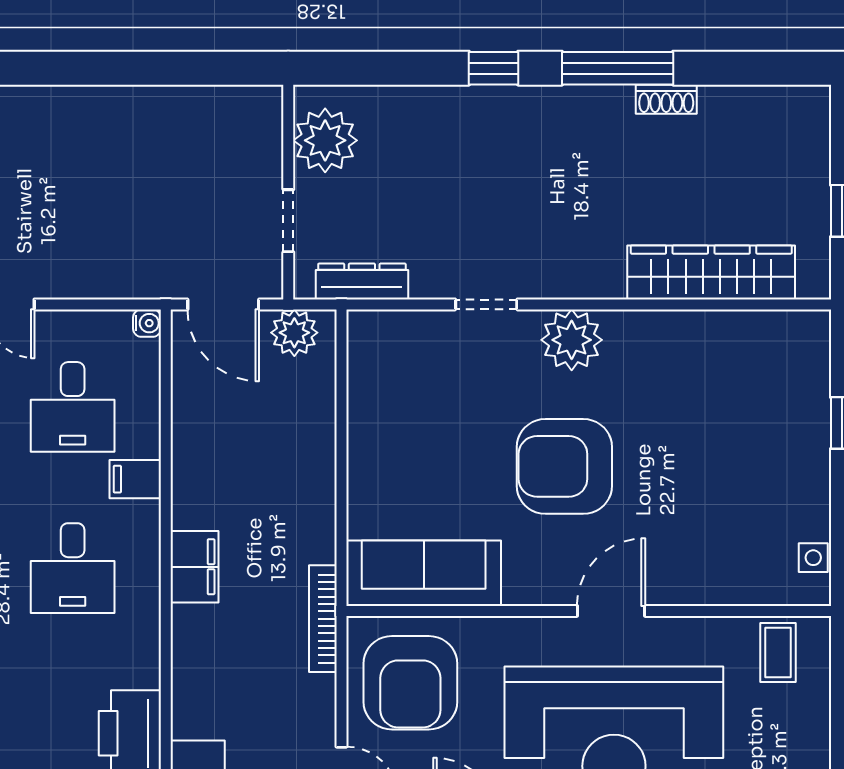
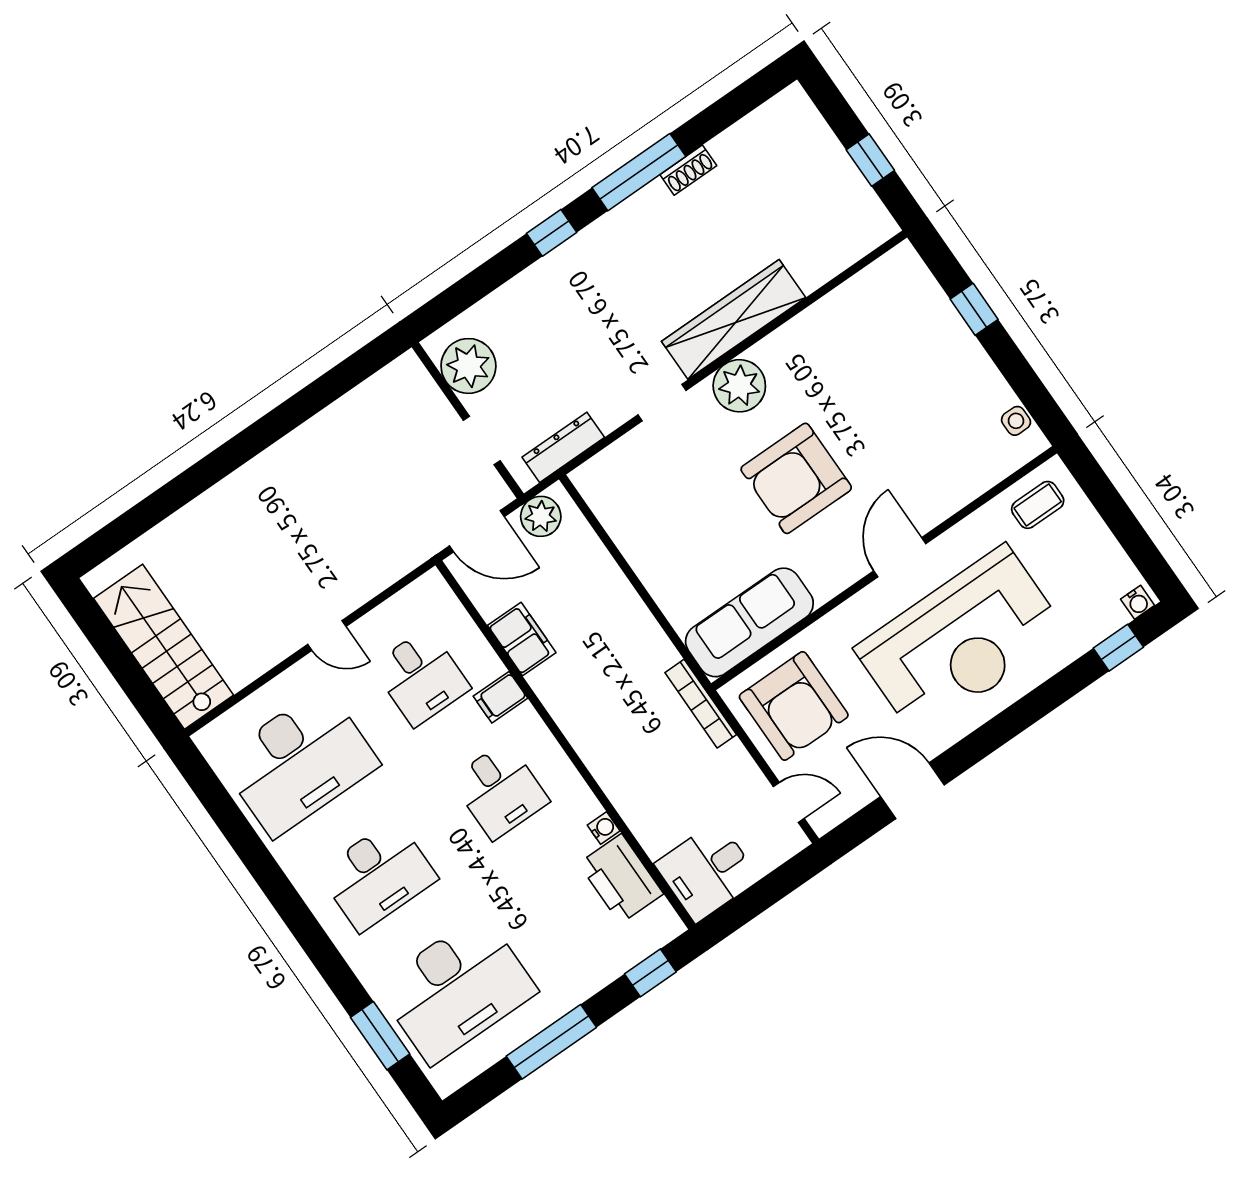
wardrobe: (711, 272) -> (734, 319), moved
water cooler: (147, 323) -> (604, 828), moved
filing cabinet: (194, 567) -> (522, 639), moved
coffee table: (778, 653) -> (1038, 505), turned 90

